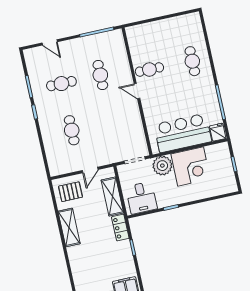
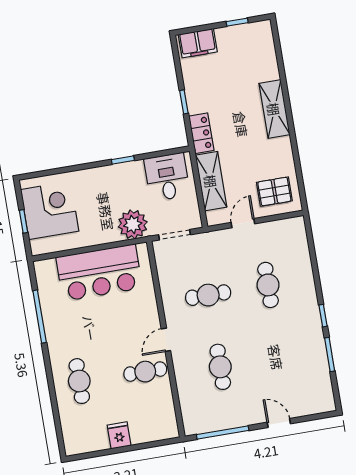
door: (50, 42) -> (279, 423), moved
cafe table: (61, 84) -> (208, 295), moved
door: (137, 91) -> (166, 340), swing flipped
fridge: (218, 132) -> (119, 435), moved, turned 180
corner desk: (191, 166) -> (50, 210), moved, turned 90
shelving: (69, 227) -> (274, 109), moved

